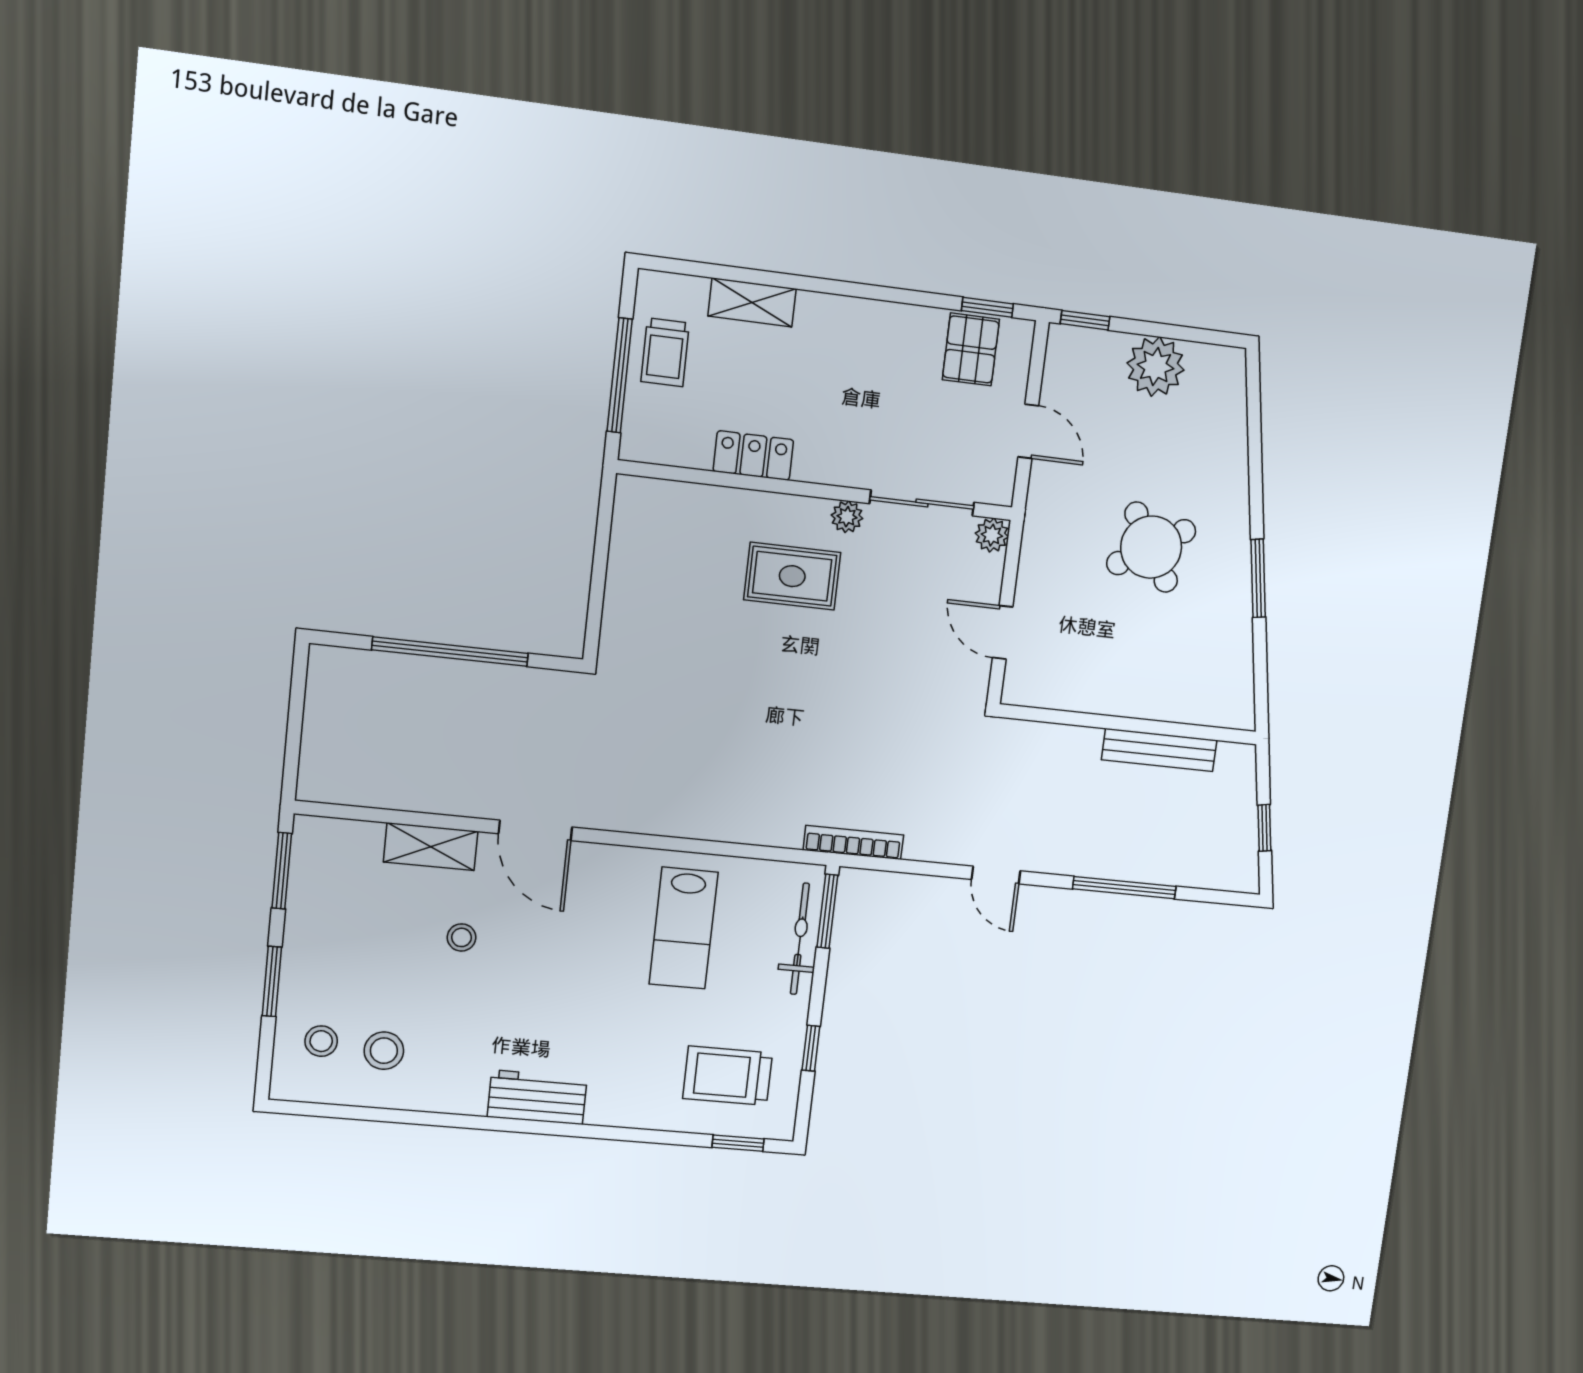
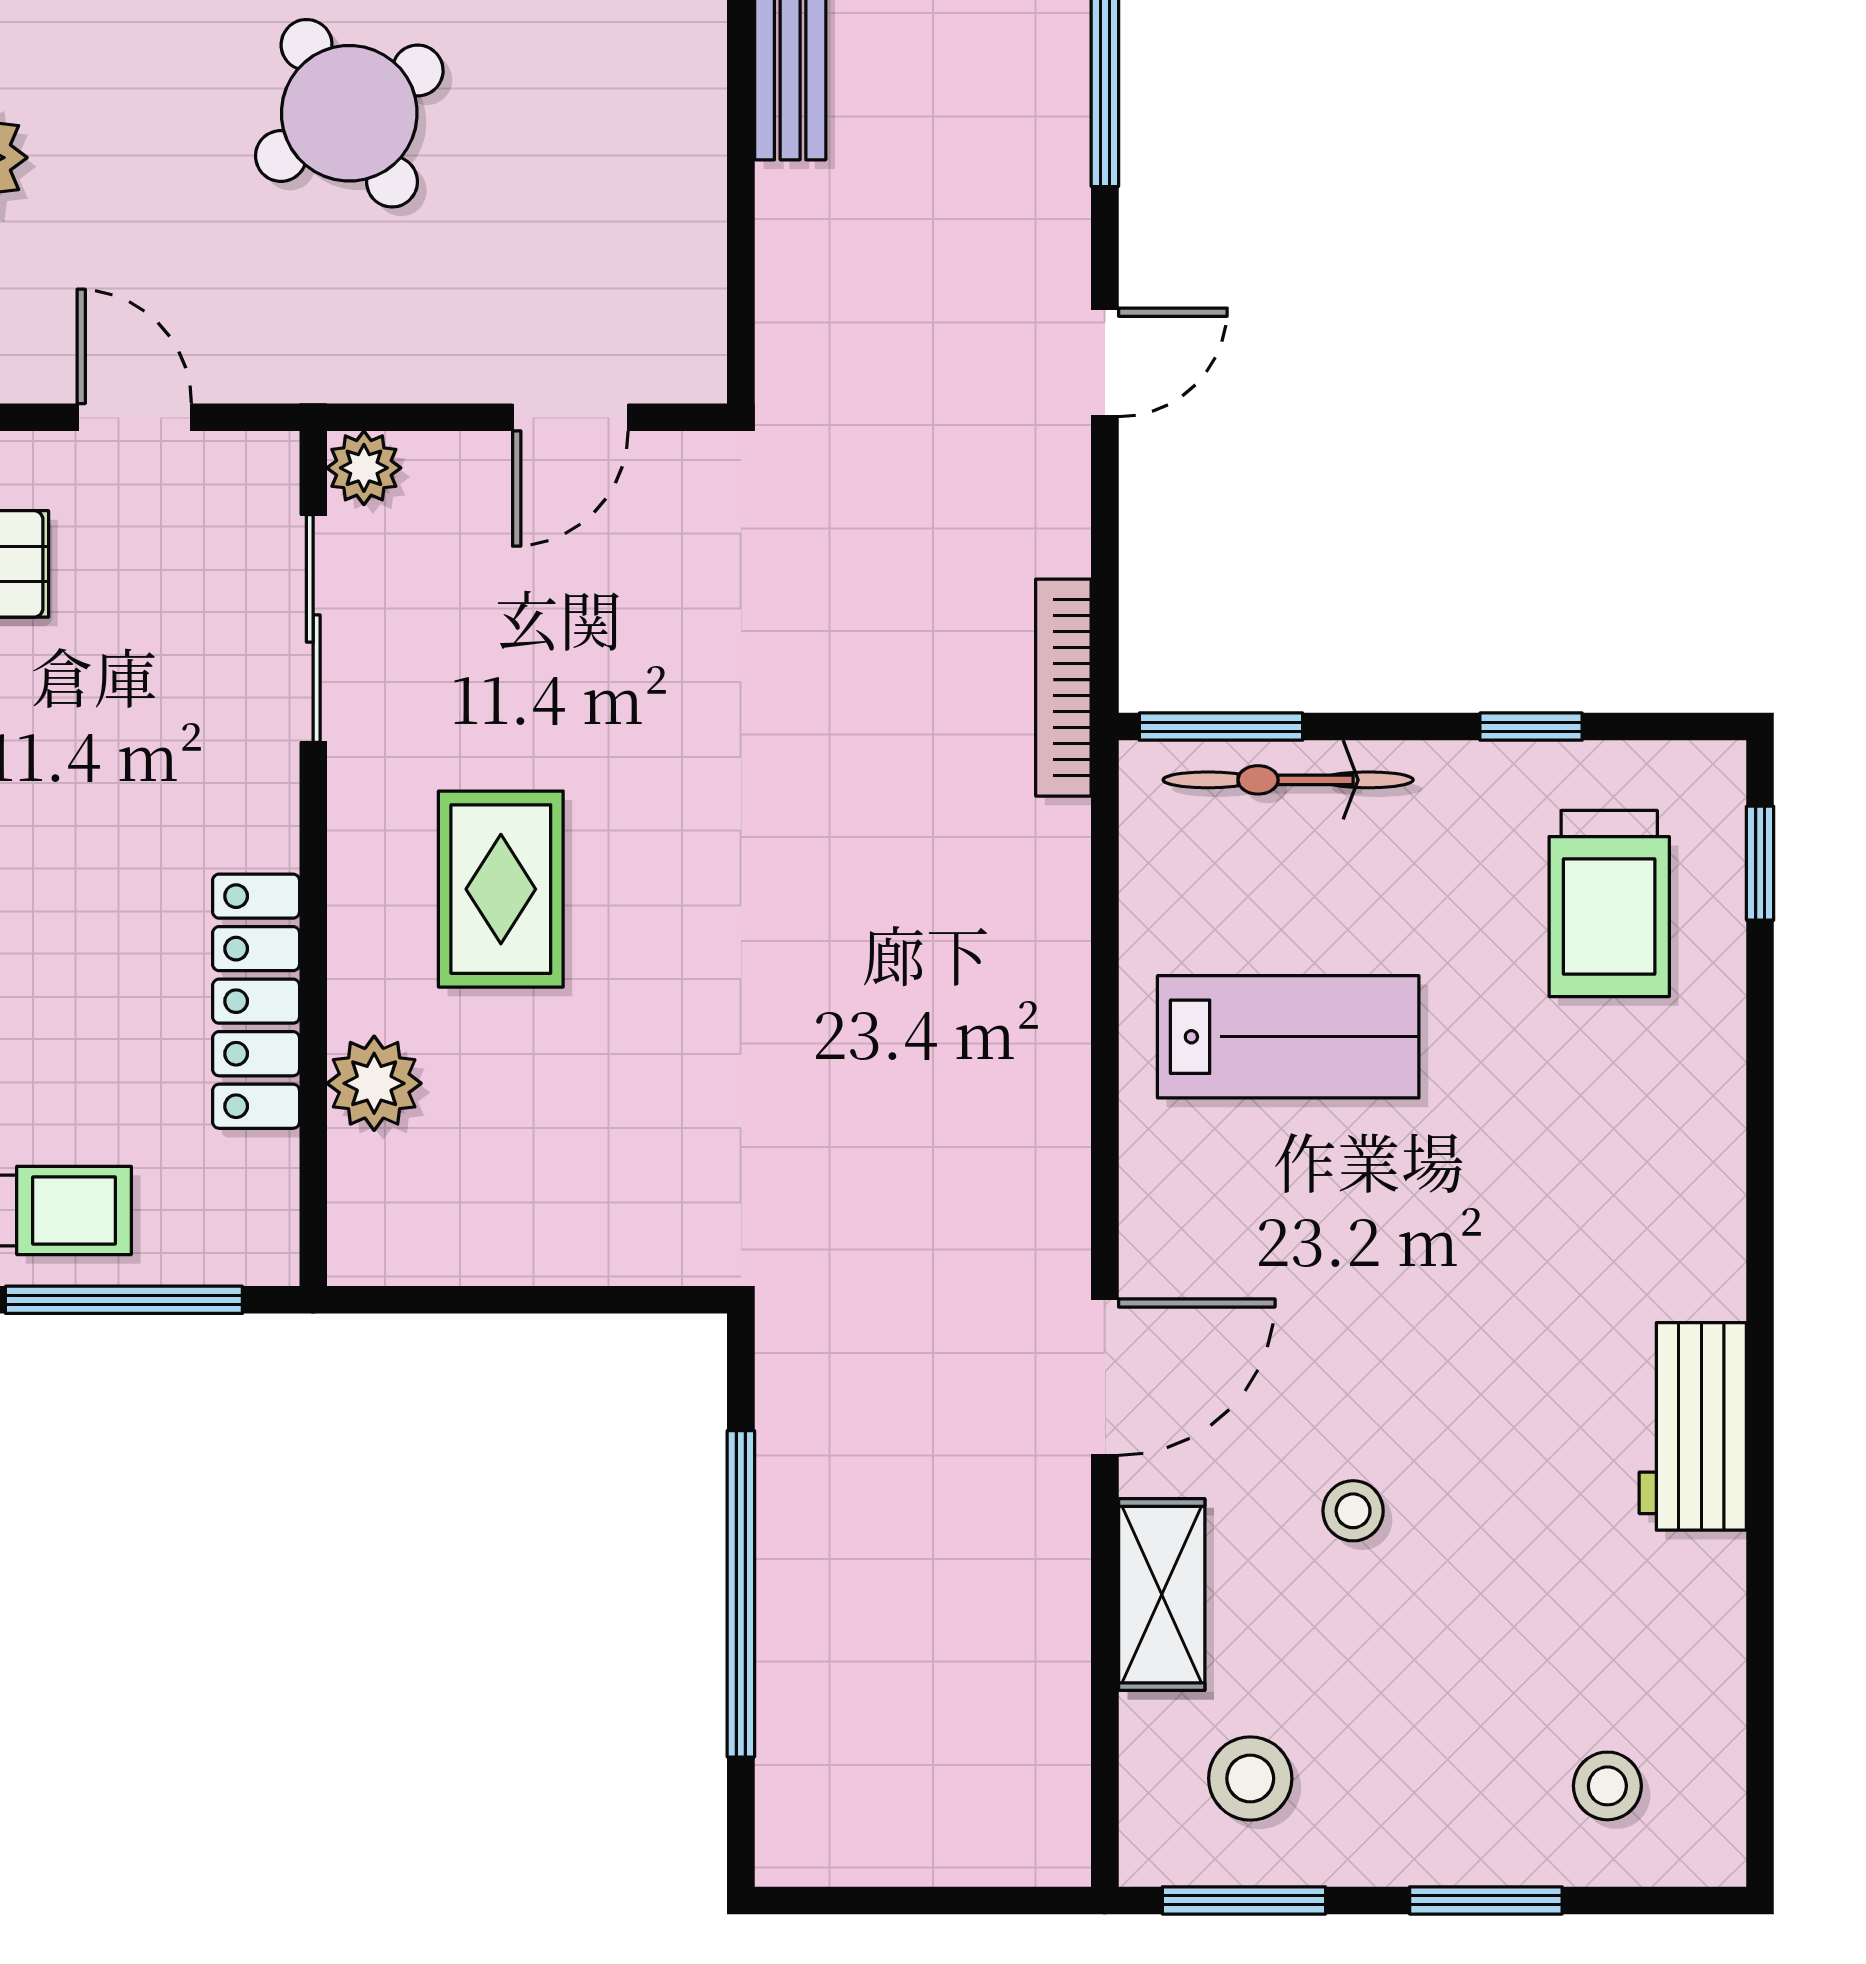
door: (1028, 431) -> (134, 417), hinge flipped
locker: (753, 456) -> (256, 1001), width x1.53
plant: (847, 517) -> (374, 1083), moved, width x1.38, depth x1.38
stool: (384, 1051) -> (1250, 1778), moved
workbench: (537, 1097) -> (1693, 1426), moved

